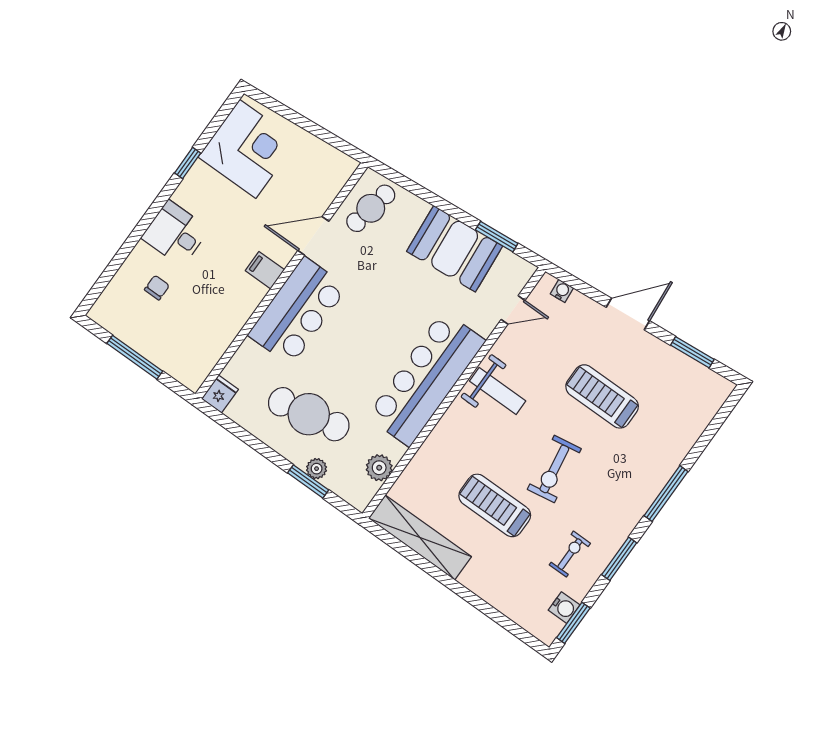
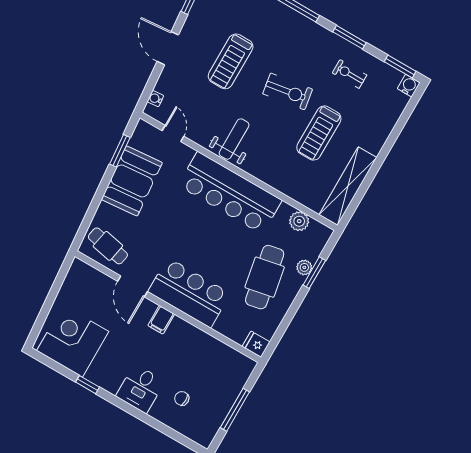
water cooler: (564, 608) -> (409, 86), moved

